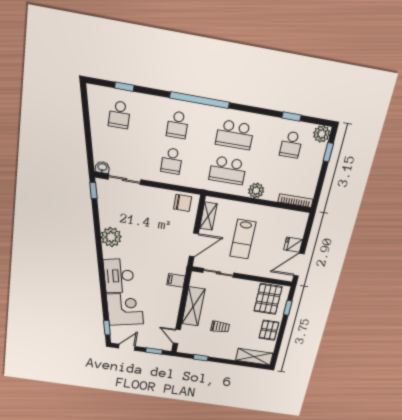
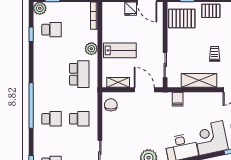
school desk: (235, 135) -> (52, 74), removed
lab bench: (243, 239) -> (120, 50), moved

